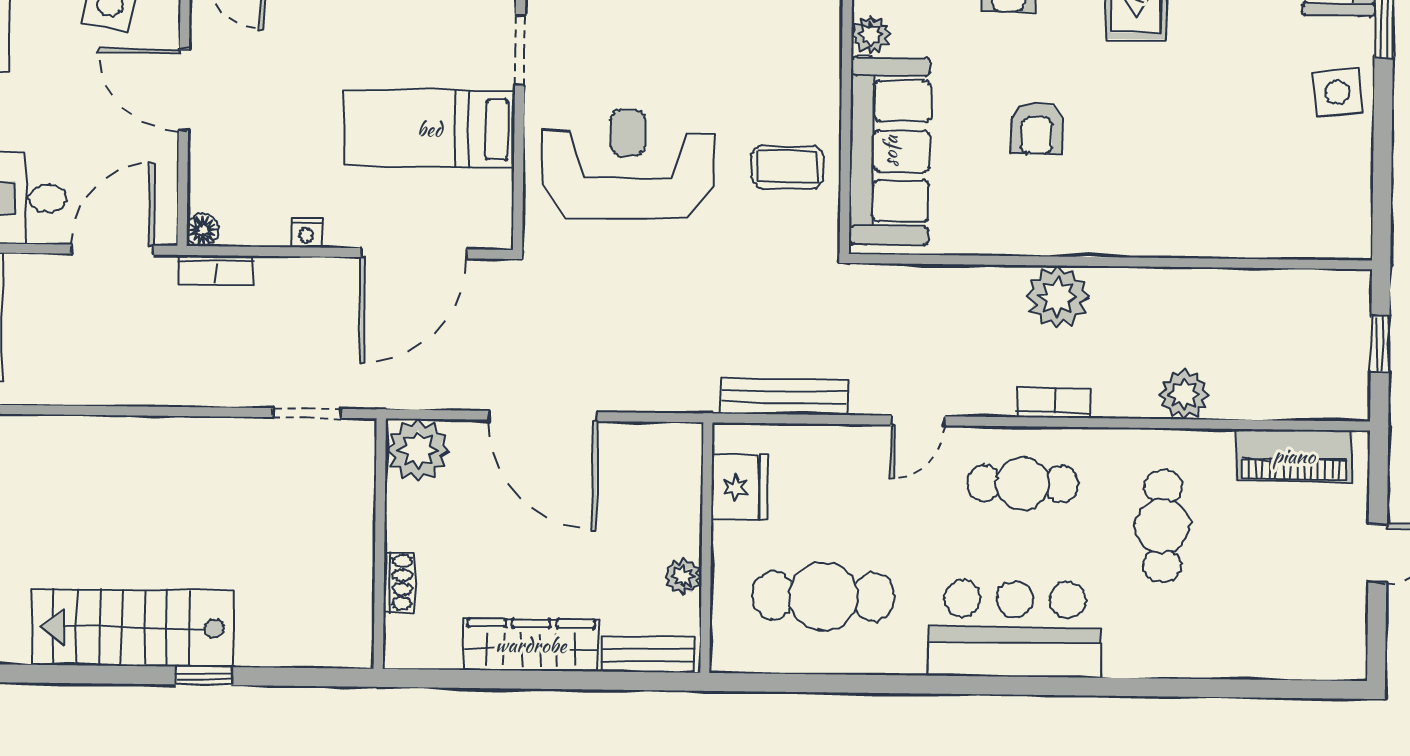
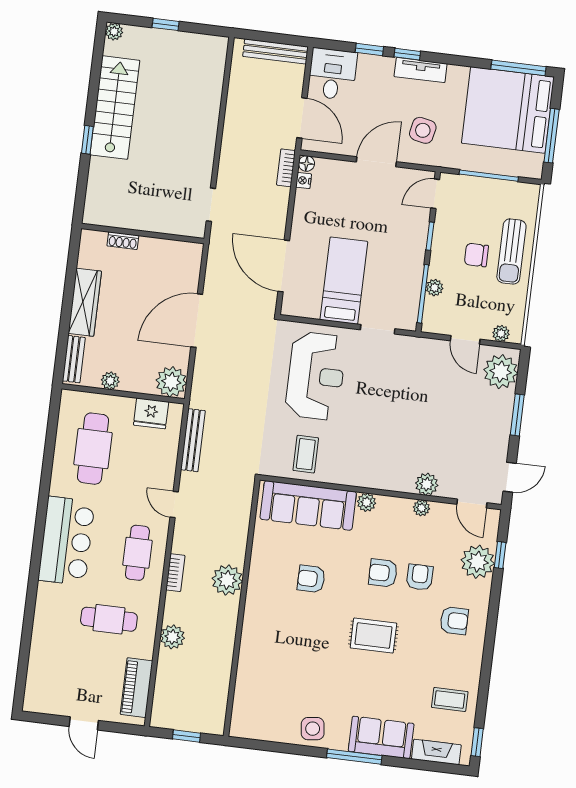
nightstand: (306, 233) -> (304, 180), moved
plant: (418, 450) -> (171, 382), moved

